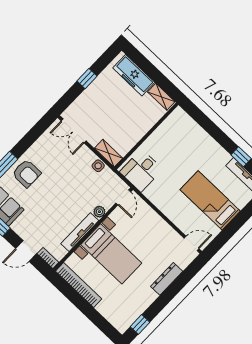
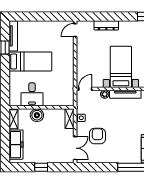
boiler: (143, 124) -> (37, 115), added
desk: (141, 171) -> (32, 94), moved, turned 90
armchair: (27, 173) -> (97, 136), moved
bed: (210, 200) -> (30, 61), moved, turned -90
door: (191, 243) -> (75, 30), hinge flipped

